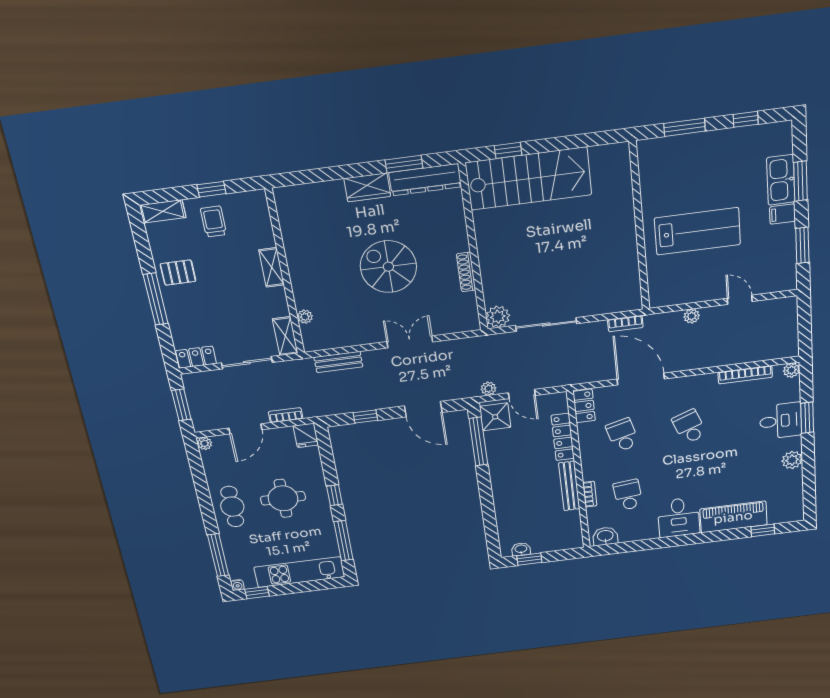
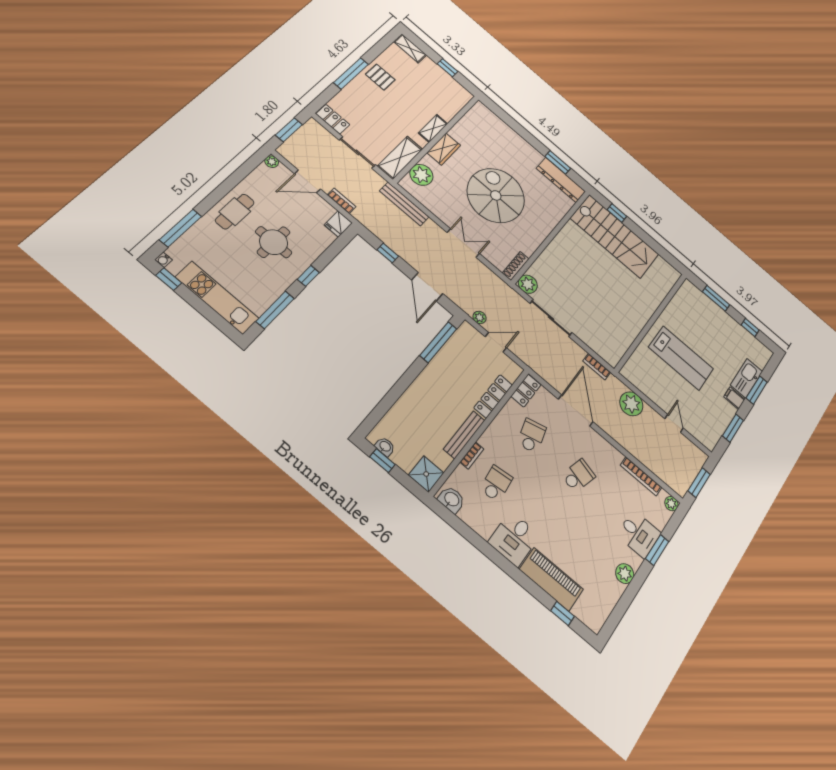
wardrobe: (367, 187) -> (444, 149), moved, turned -90
trolley: (213, 221) -> (430, 79), removed
spiral stairs: (388, 267) -> (496, 195), width x1.37, depth x1.37
shoe rack: (466, 272) -> (516, 266), moved
plant: (692, 316) -> (631, 404), width x1.88, depth x1.88
plant: (305, 317) -> (421, 175), width x1.87, depth x1.87
window: (805, 328) -> (699, 483), added
shelving: (285, 336) -> (400, 158), width x1.50, depth x1.33
bench: (338, 362) -> (404, 204), width x1.36
door: (522, 394) -> (496, 342), swing flipped
shower: (495, 417) -> (426, 474), moved
school desk: (689, 427) -> (578, 476), turned 36

